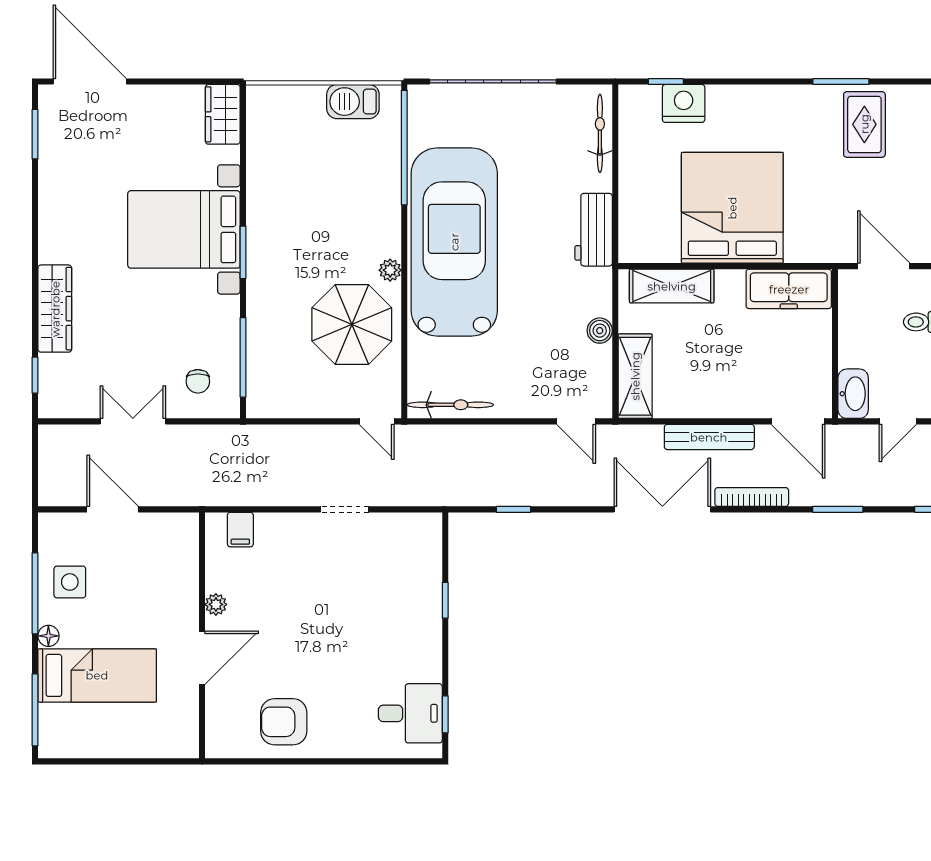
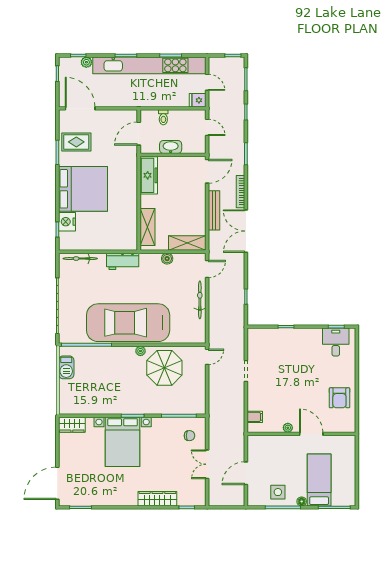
bed: (732, 208) -> (83, 189), moved, turned 180
washbasin: (853, 394) -> (171, 147), moved
bicycle: (450, 405) -> (200, 300), moved

